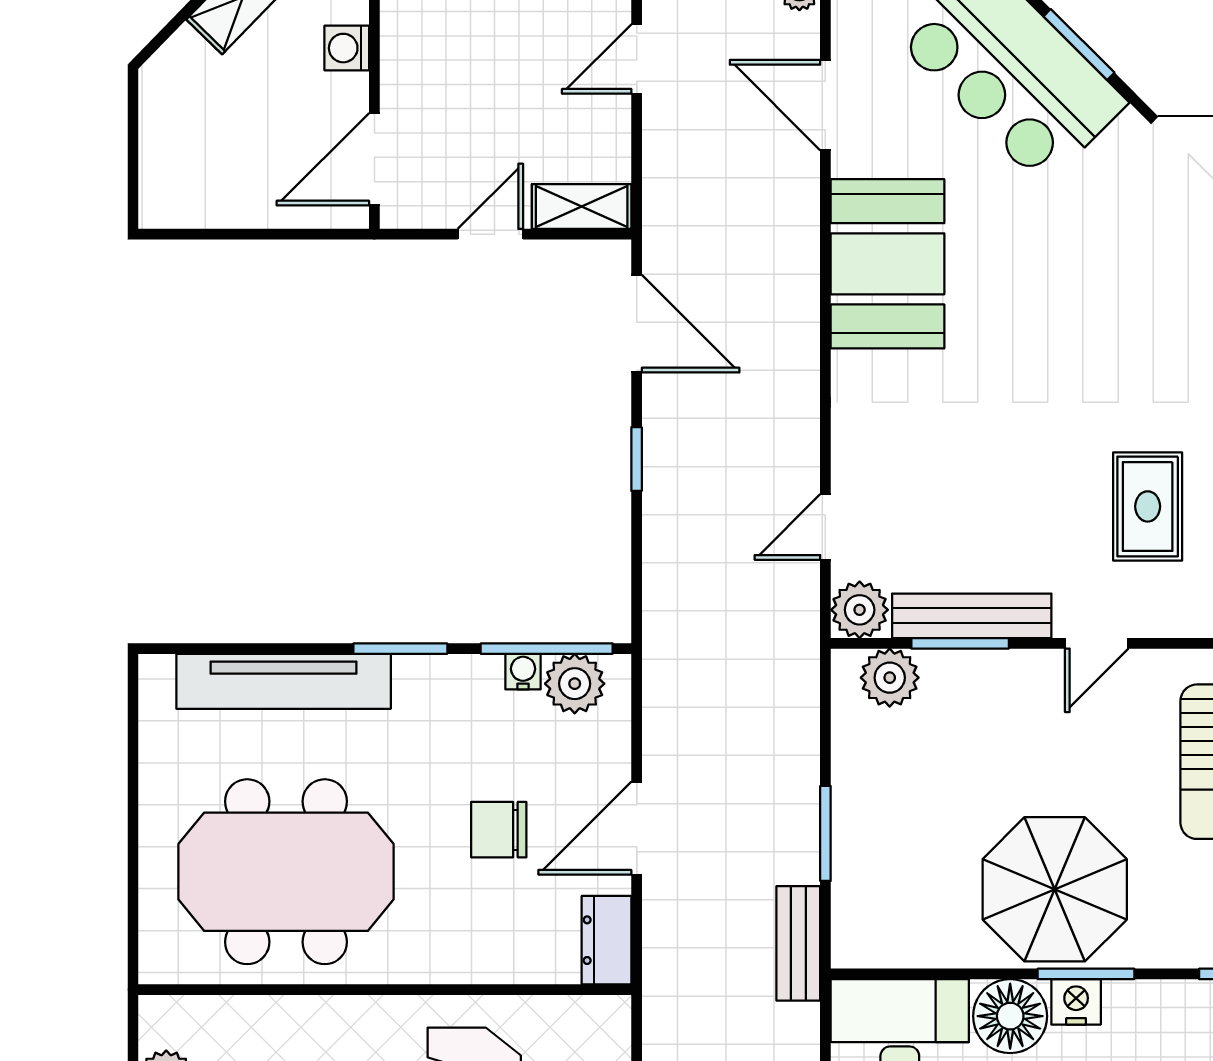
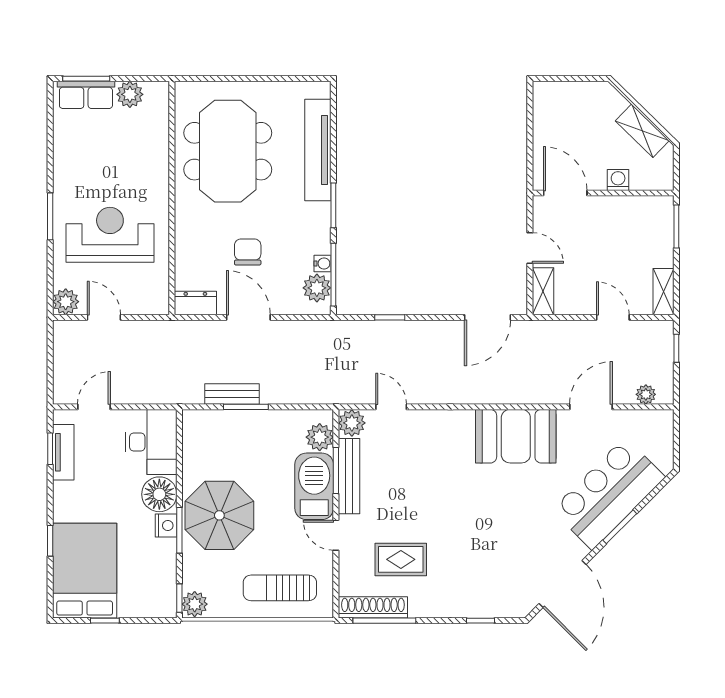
window: (637, 459) -> (390, 317), moved
barbecue: (993, 689) -> (314, 486), added
bench: (798, 943) -> (232, 394), moved

